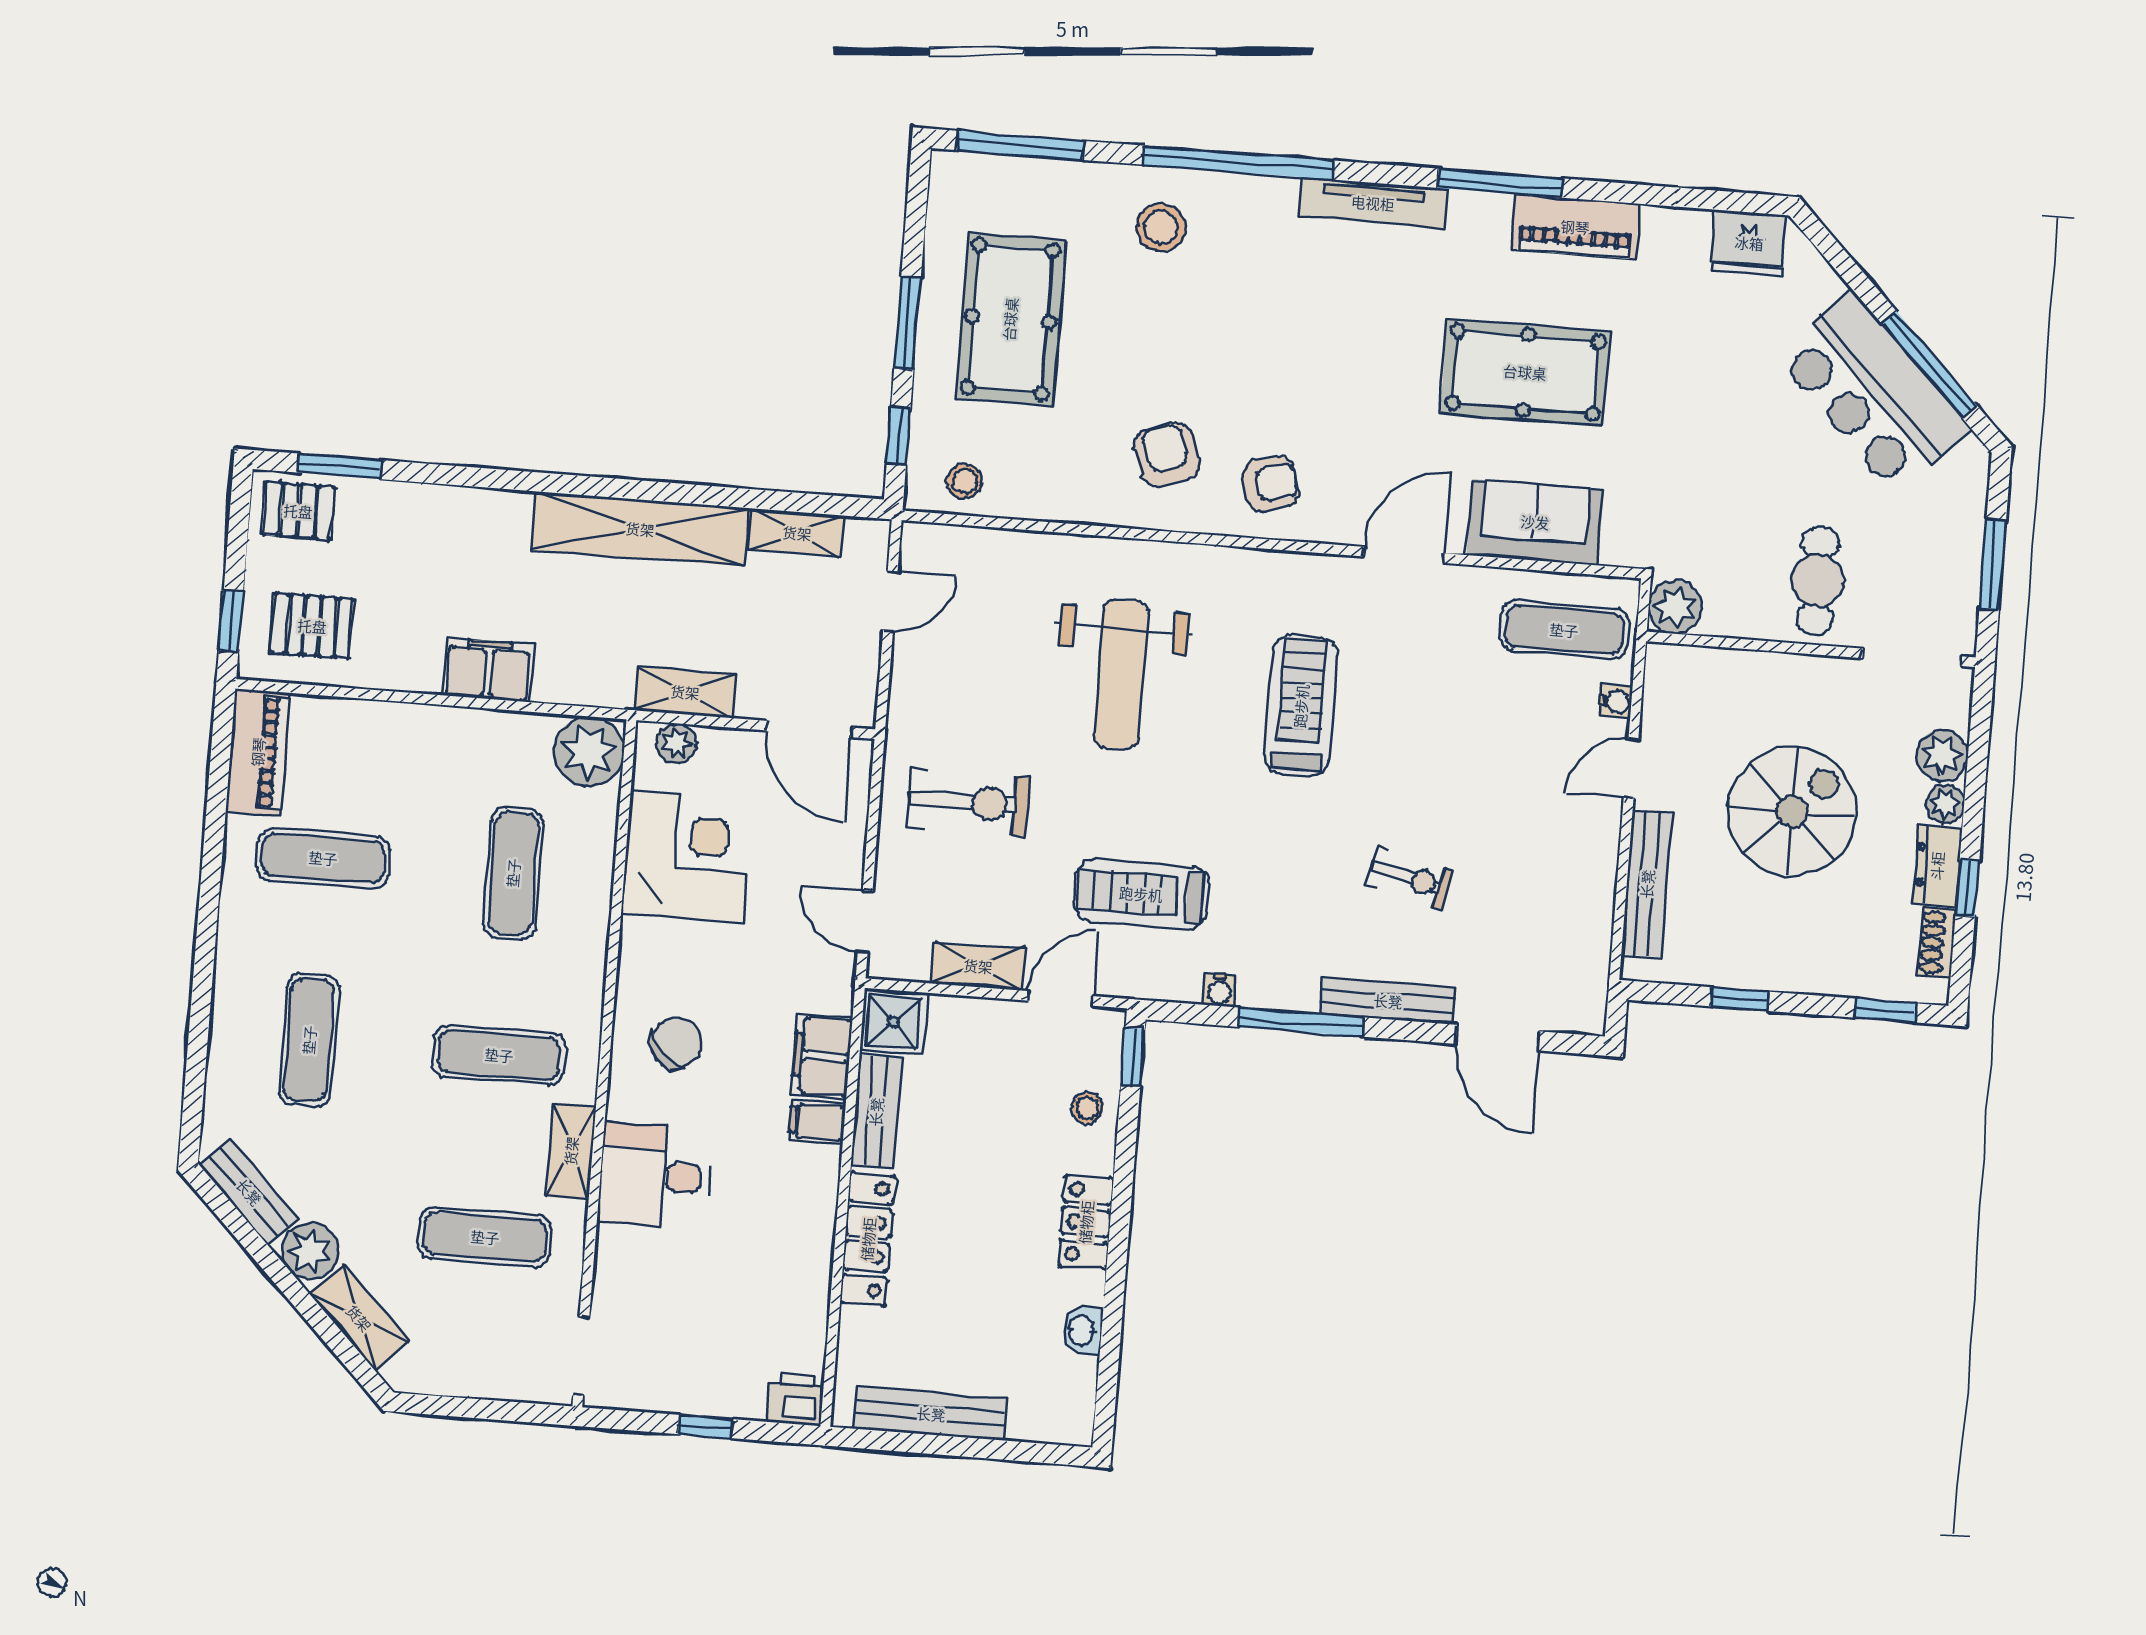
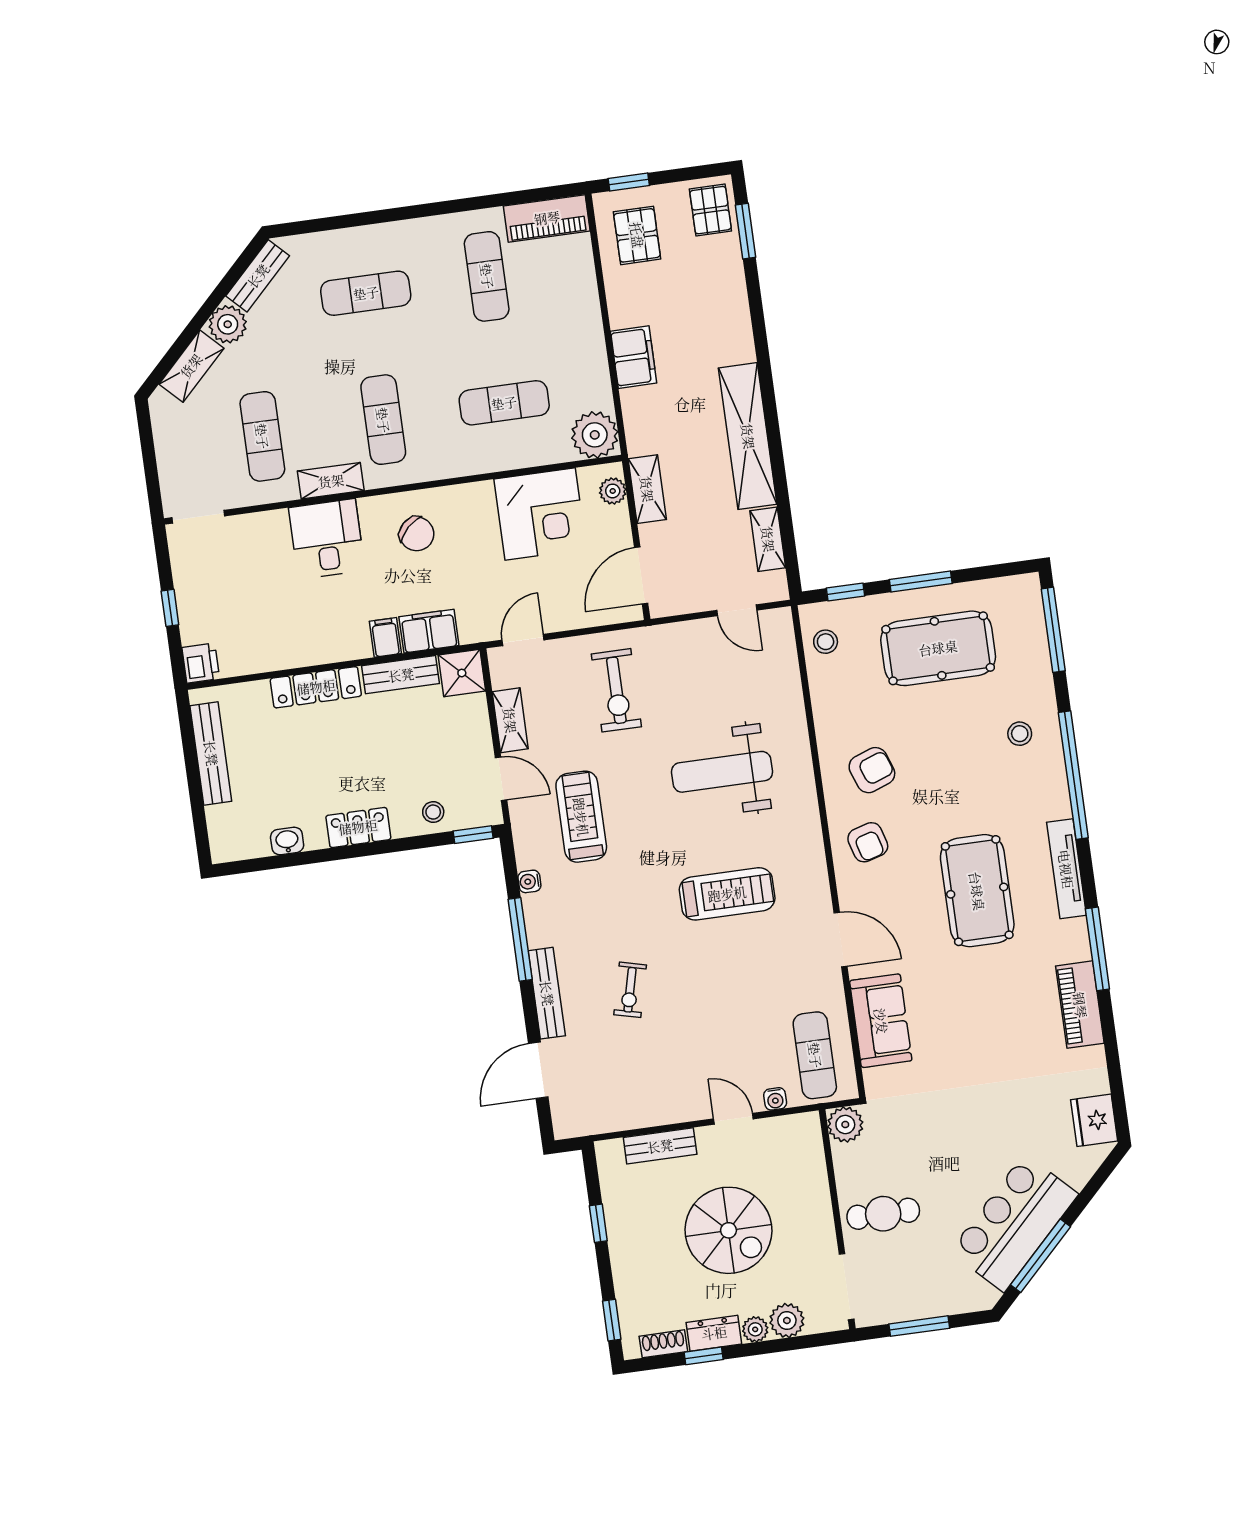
stool: (1161, 227) -> (1020, 734), width x0.73, depth x0.73
pool table: (1525, 372) -> (977, 891), moved
bench: (1647, 884) -> (660, 1146), width x0.73

